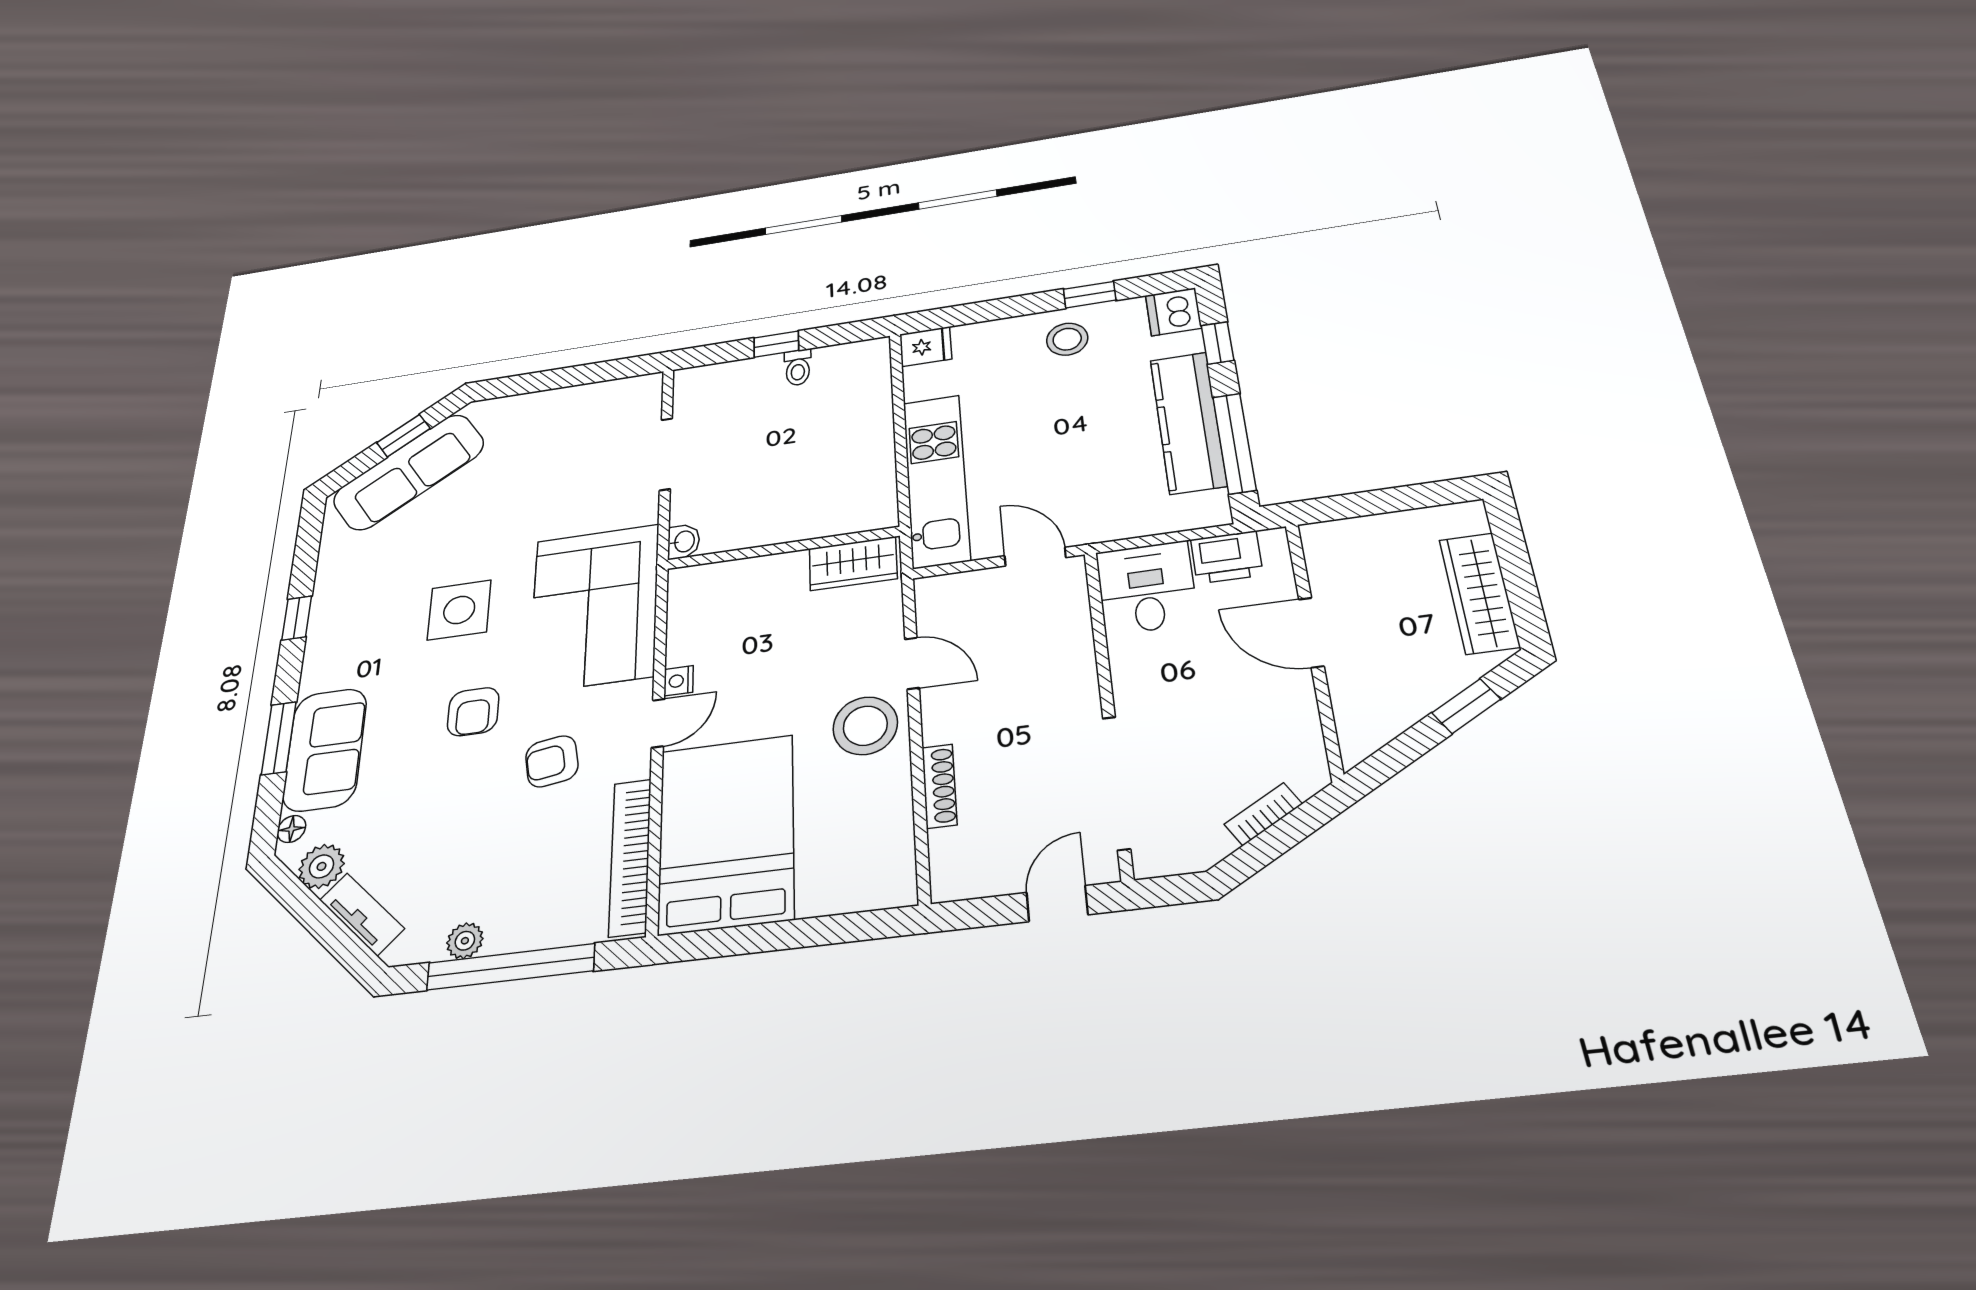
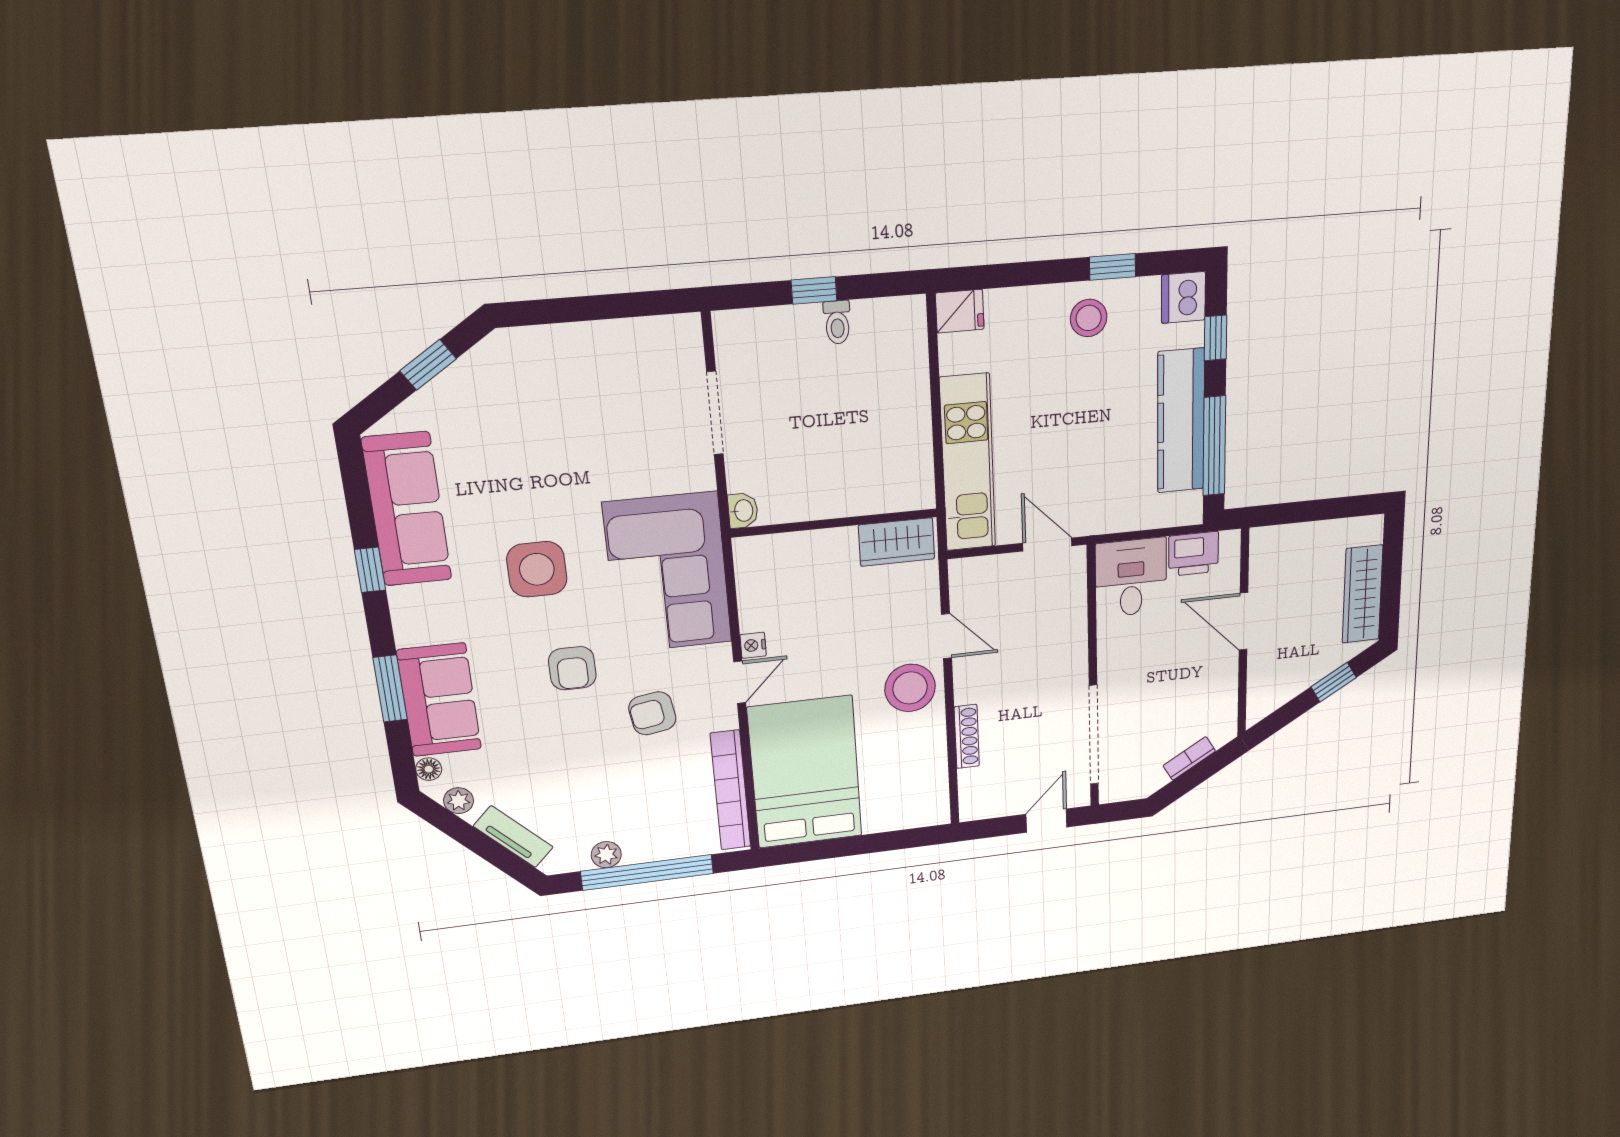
sofa: (409, 472) -> (407, 509), moved, turned -57
plant: (321, 866) -> (459, 801), width x0.73, depth x0.73

